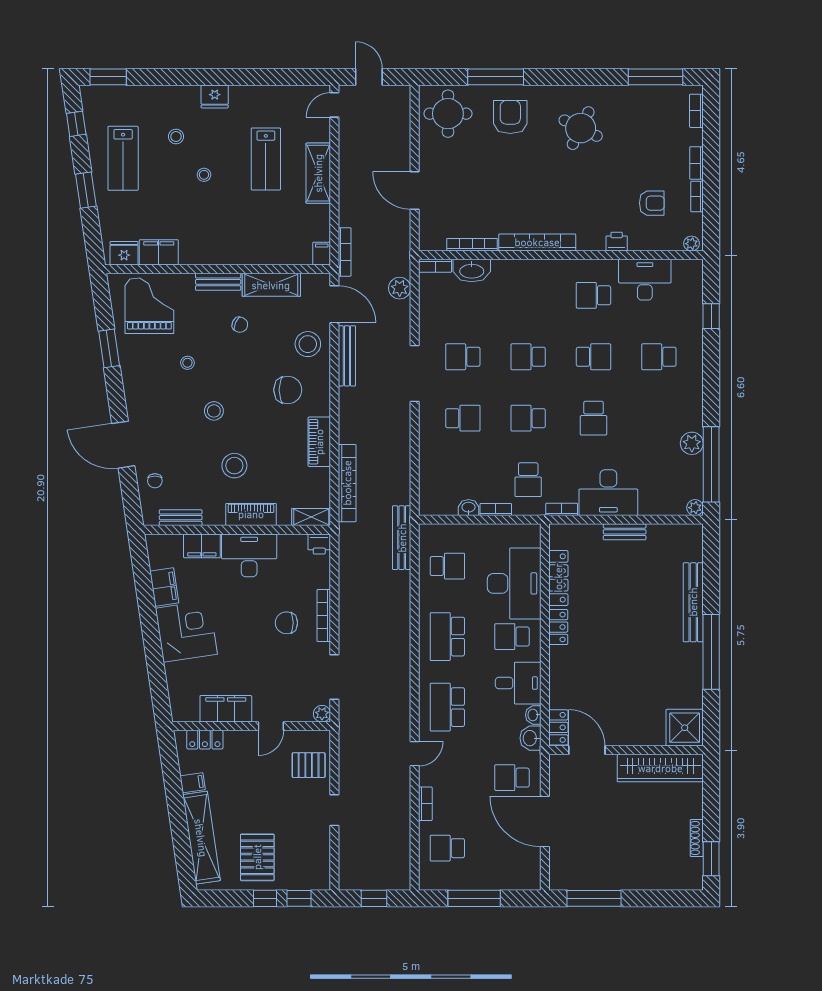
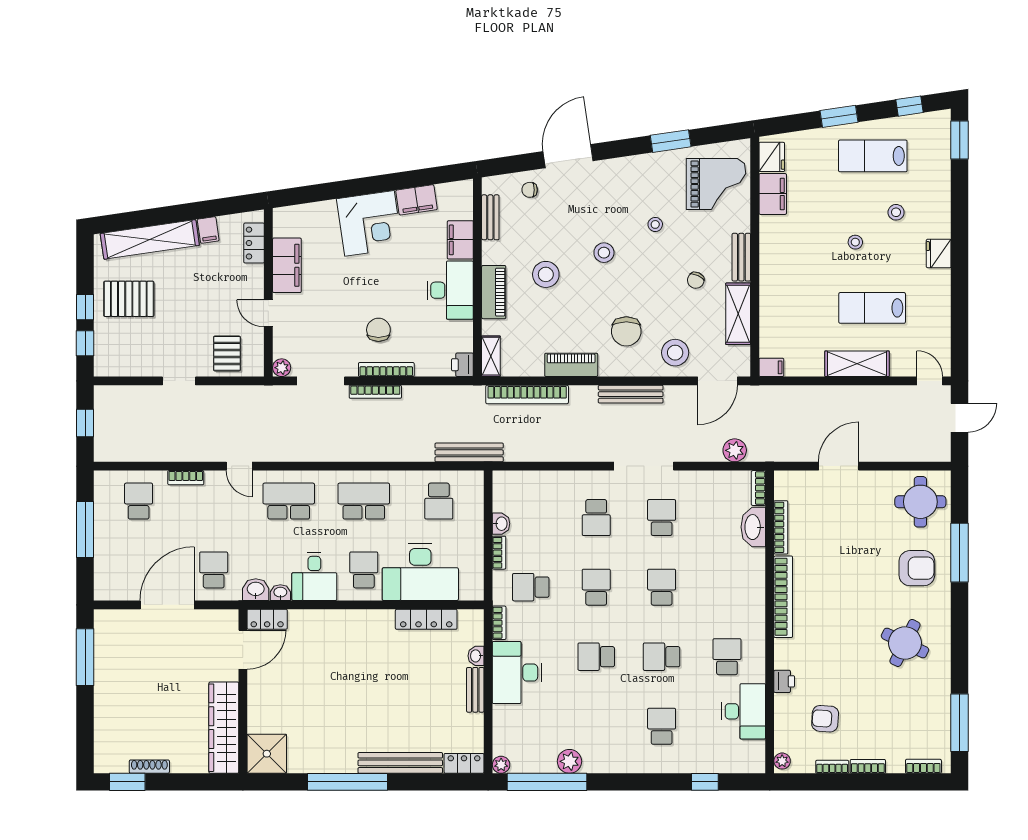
armchair: (652, 203) -> (825, 719), turned 94
bookcase: (345, 252) -> (375, 392), moved
bench: (347, 356) -> (631, 394), moved
school desk: (594, 357) -> (662, 657), turned 90
washbasin: (593, 531) -> (476, 656), added
locker: (558, 627) -> (464, 763), moved, turned 180

